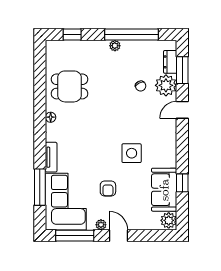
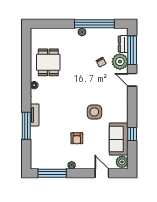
window: (72, 35) -> (50, 24), removed
window: (182, 70) -> (132, 50), width x1.44
dining table: (69, 86) -> (48, 62), turned 90
door: (182, 110) -> (132, 80), hinge flipped
window: (40, 187) -> (26, 126), moved
corner sofa: (66, 202) -> (45, 148), removed
door: (118, 236) -> (102, 173), moved

